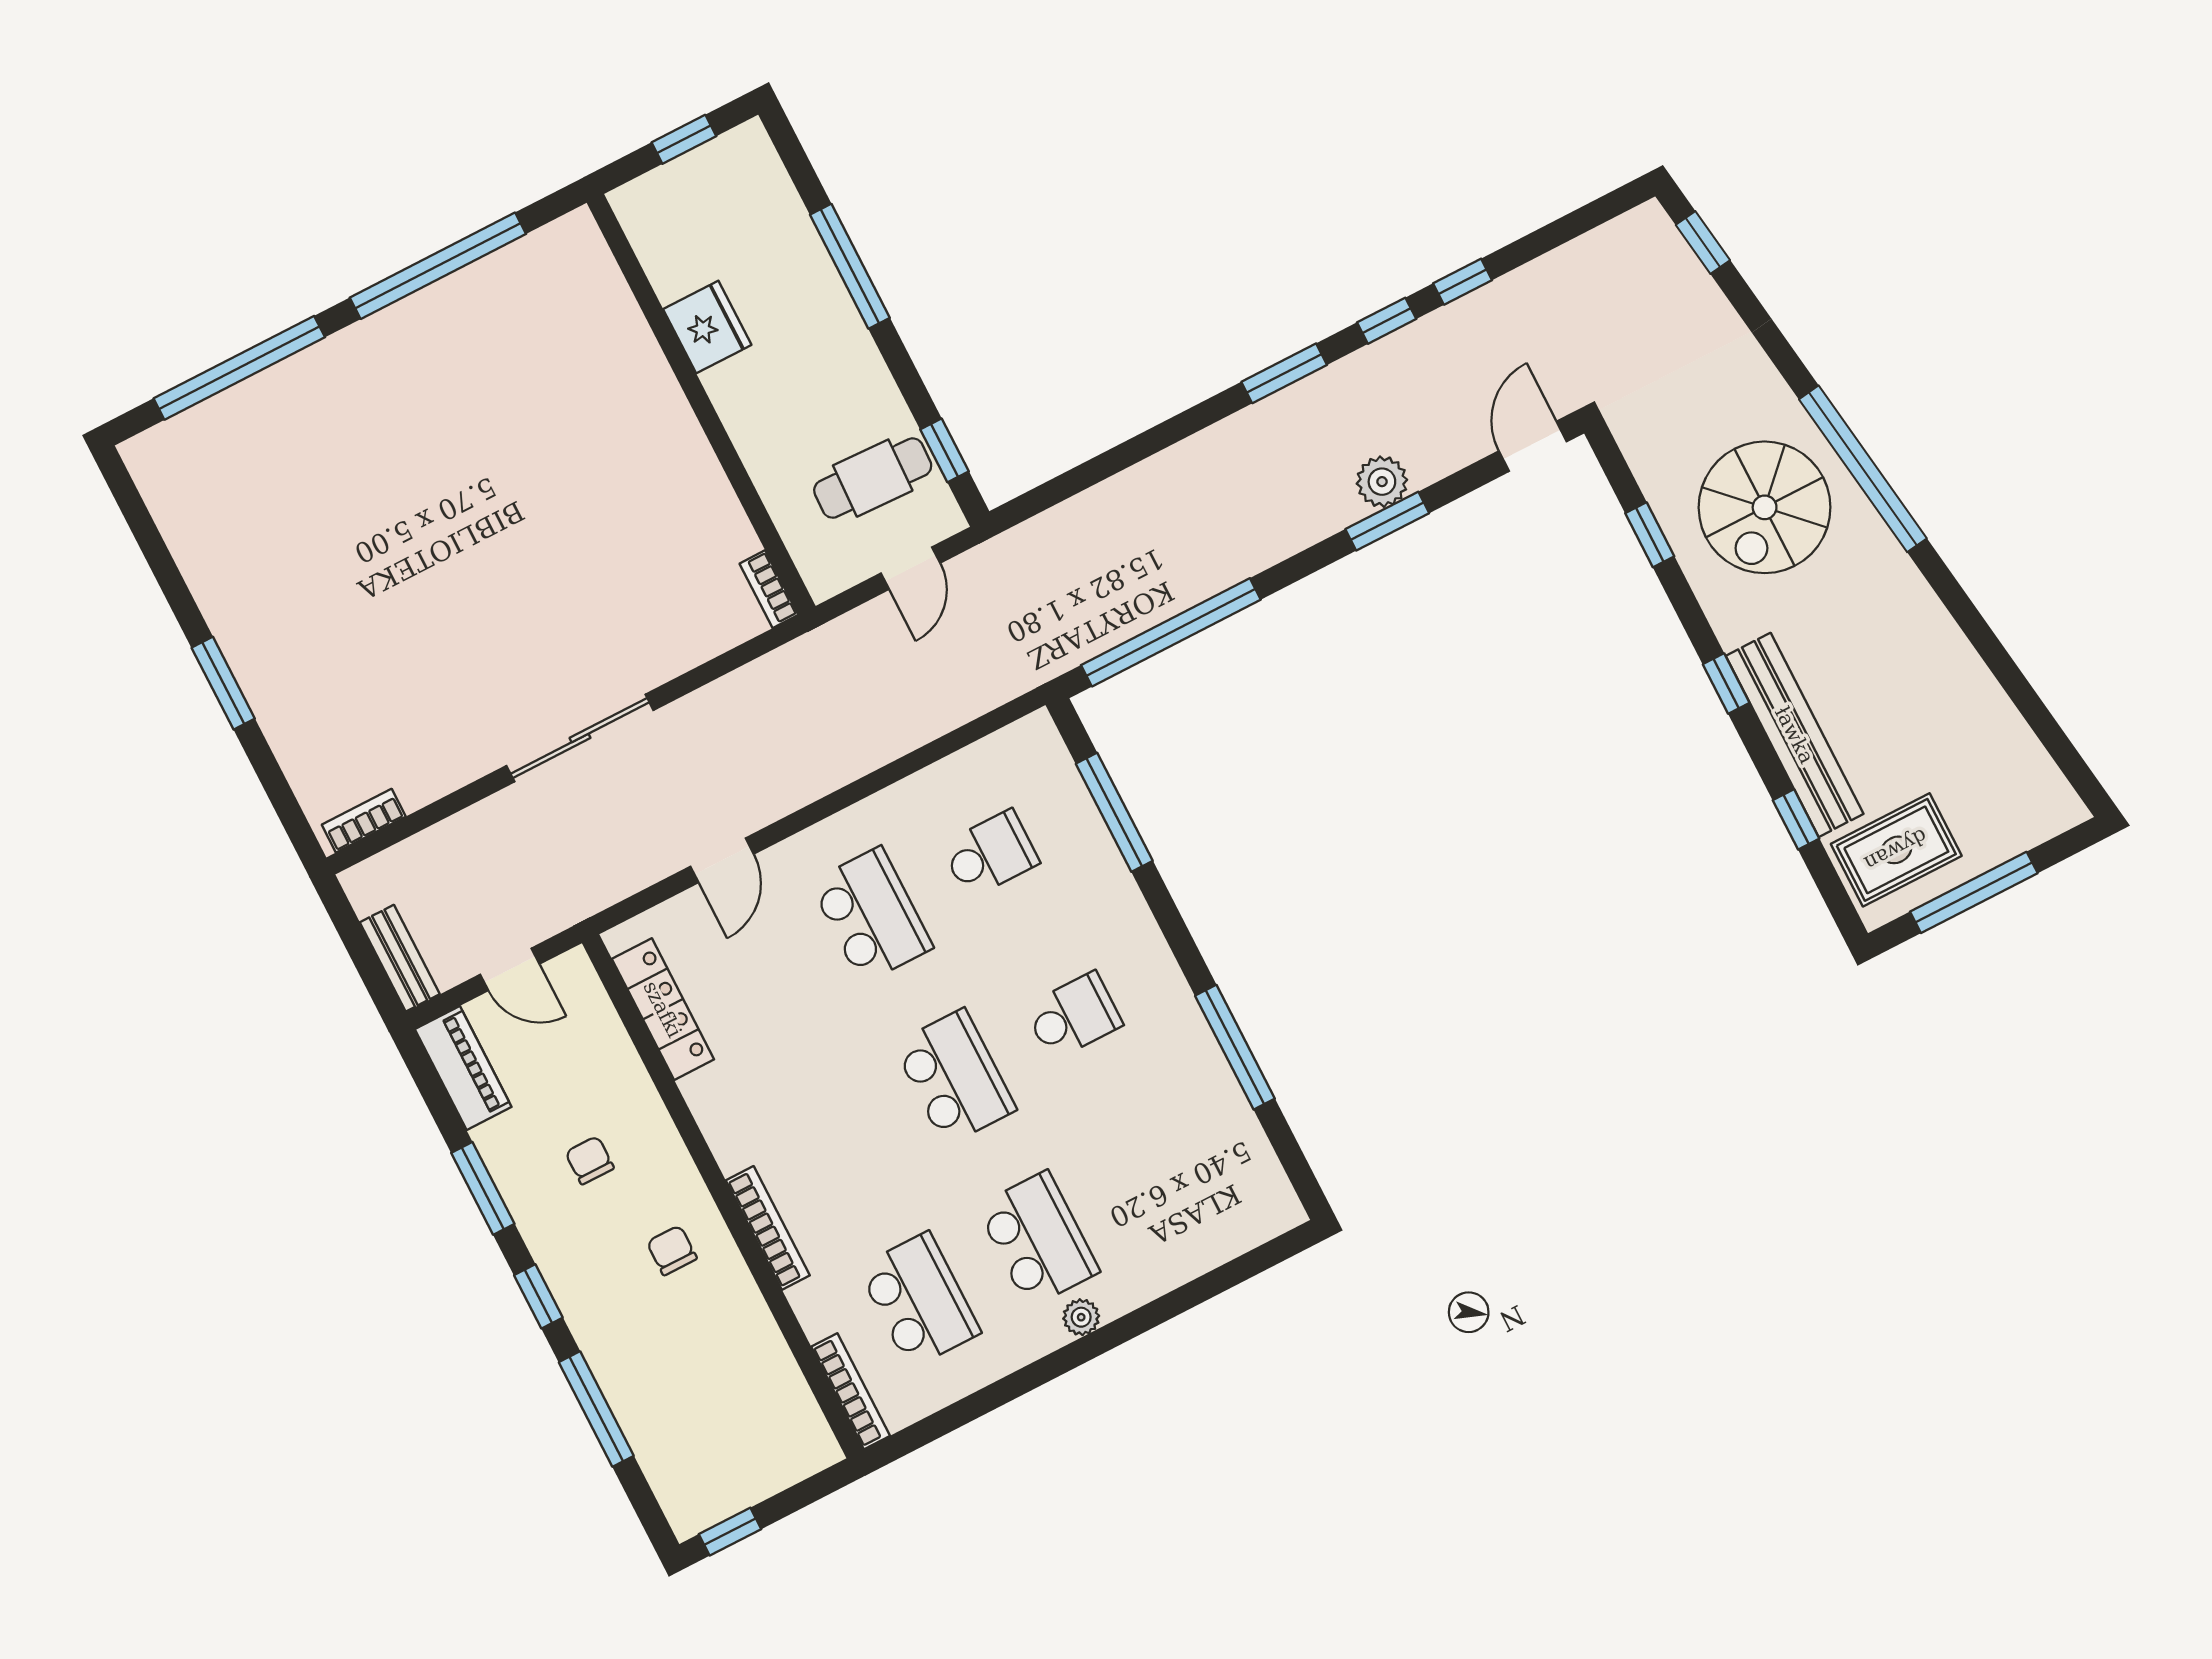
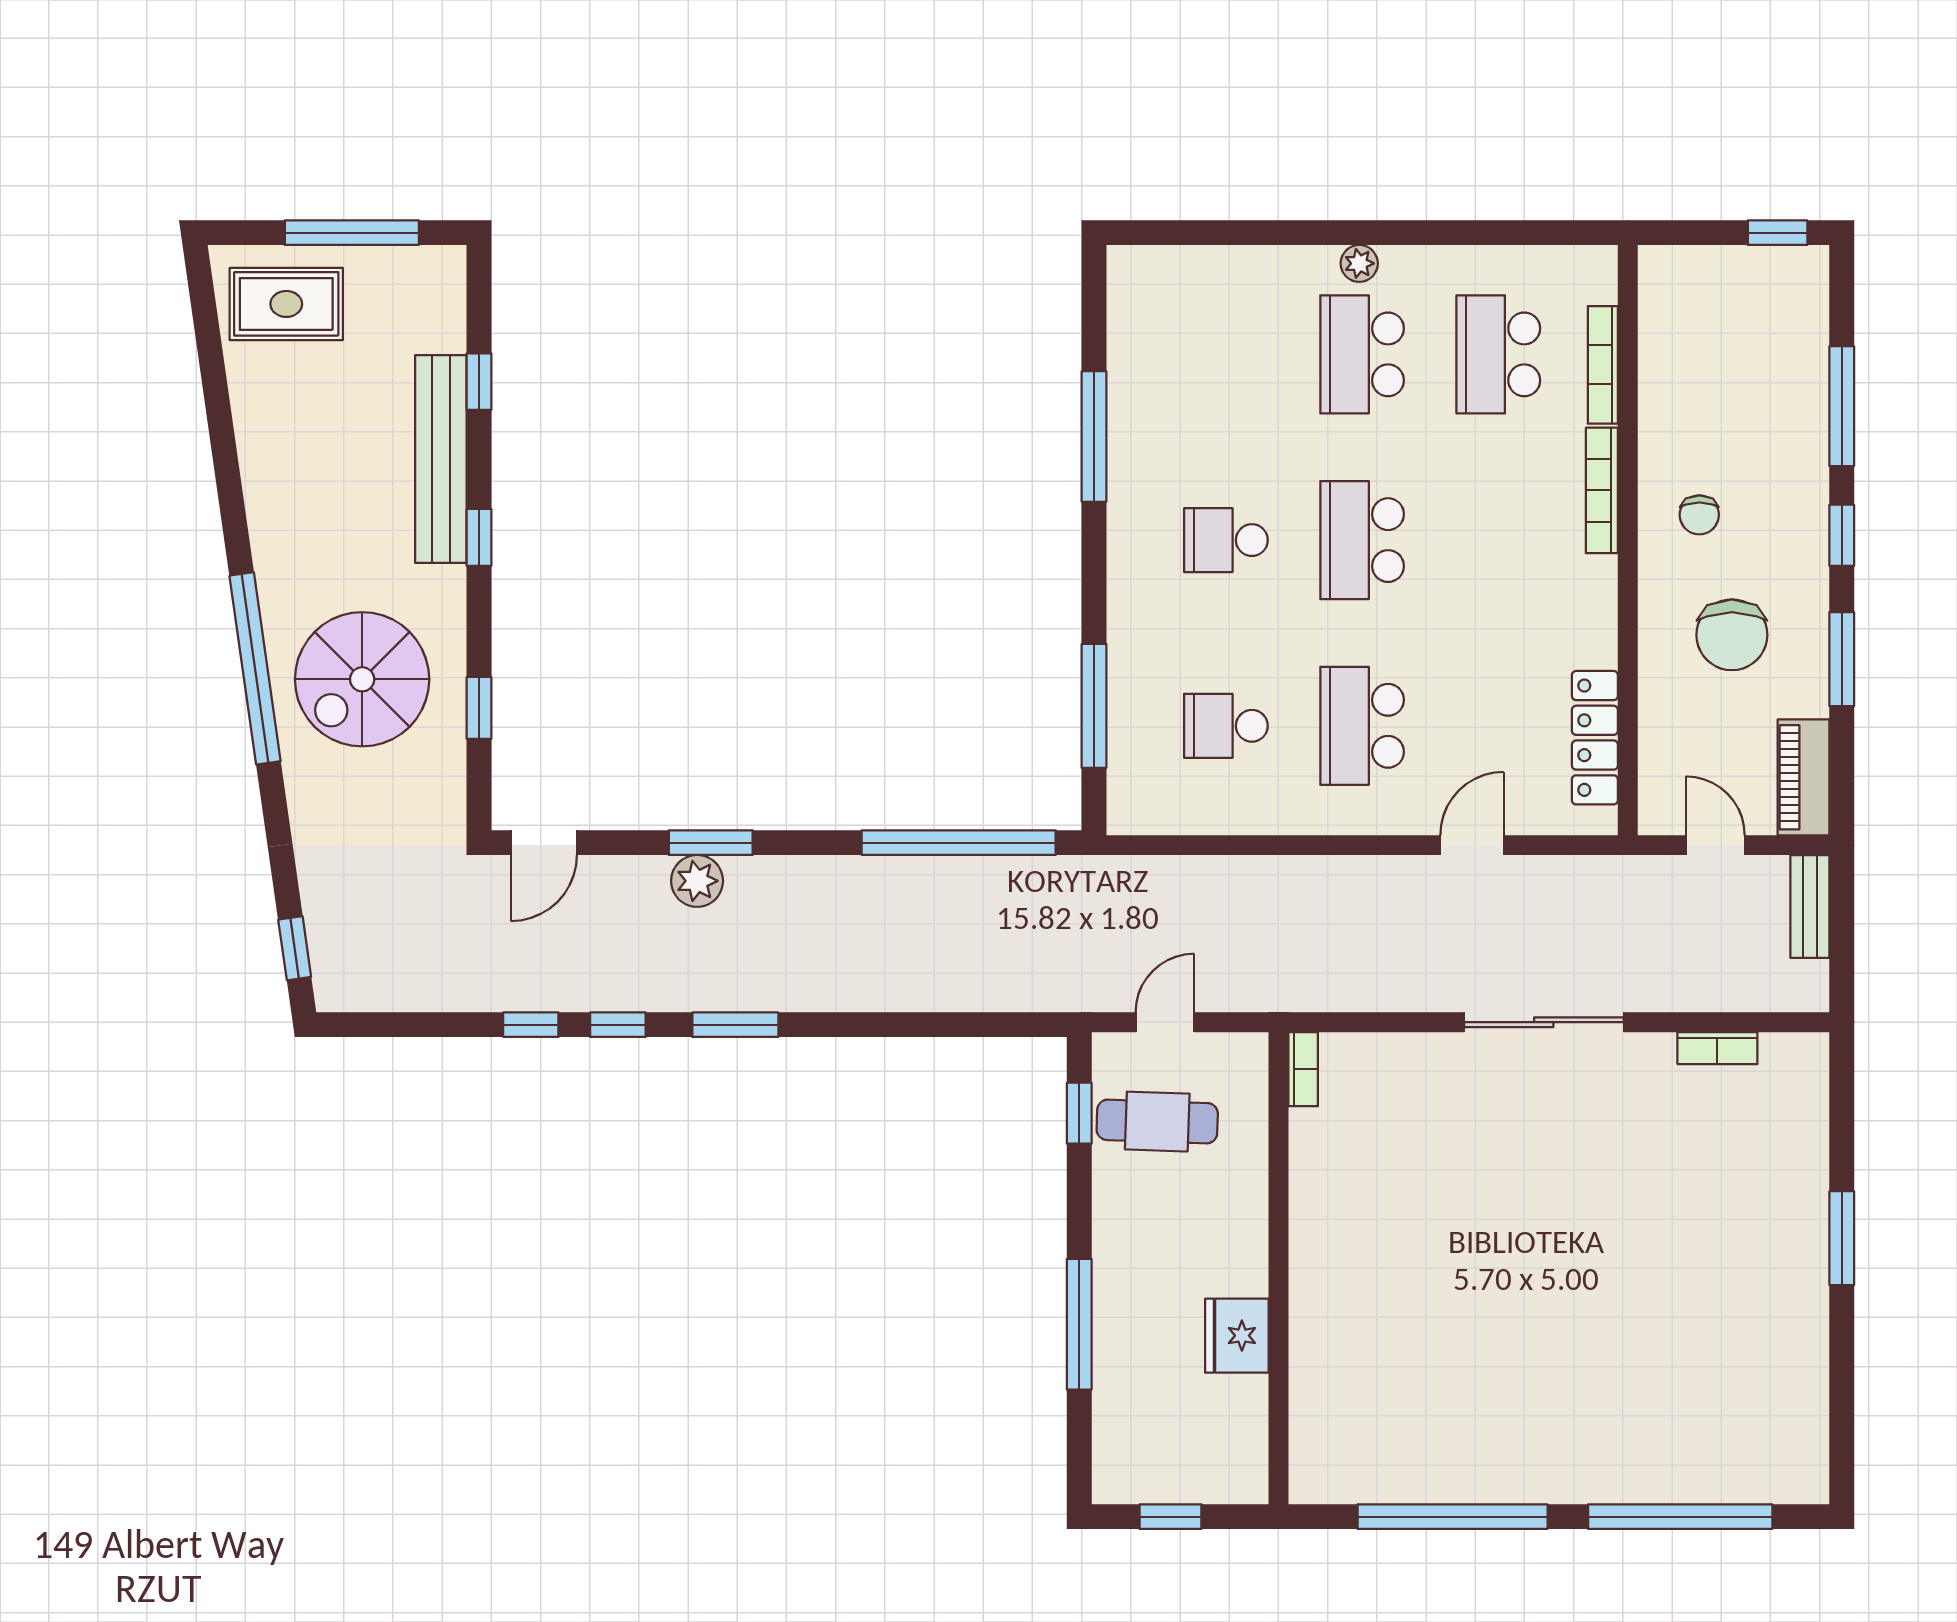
spiral stairs: (1765, 507) -> (362, 679), turned 180
bookcase: (364, 821) -> (1717, 1048), moved
rug: (1896, 850) -> (286, 304), moved
chair: (590, 1160) -> (1732, 635), width x1.87, depth x1.87
bookcase: (851, 1391) -> (1603, 365), moved

